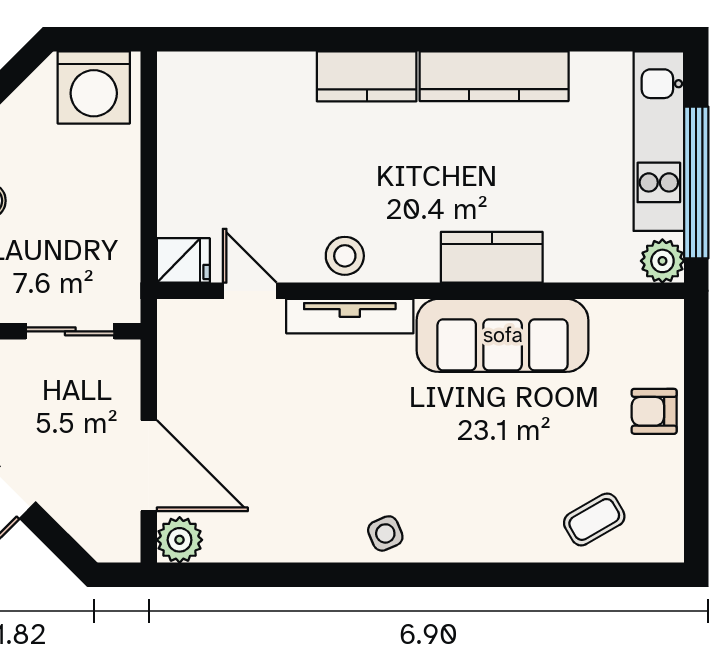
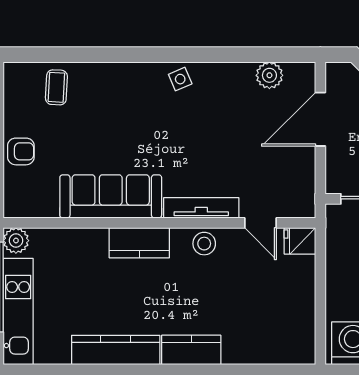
kitchen counter: (492, 257) -> (139, 243), moved
door: (149, 466) -> (320, 119), hinge flipped
coffee table: (594, 519) -> (56, 87), turned -57
plant: (180, 540) -> (269, 75), moved

